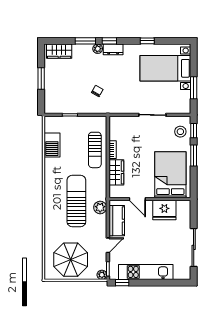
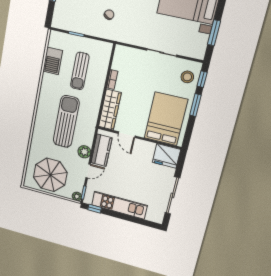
sun lounger: (95, 150) -> (80, 71), moved
wardrobe: (116, 172) -> (110, 110), width x1.50
plant: (100, 207) -> (84, 152), moved
fridge: (164, 210) -> (166, 156), moved

